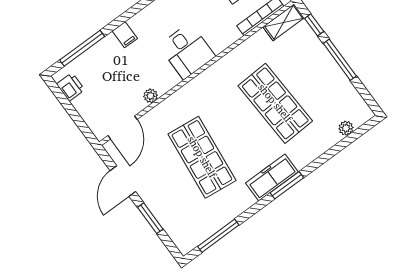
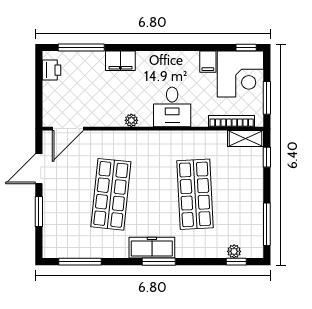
filing cabinet: (125, 35) -> (120, 61), width x2.00
desk: (187, 51) -> (172, 107), moved
window: (340, 60) -> (267, 224), moved
plant: (151, 96) -> (131, 120), moved
window: (354, 136) -> (236, 262), added

